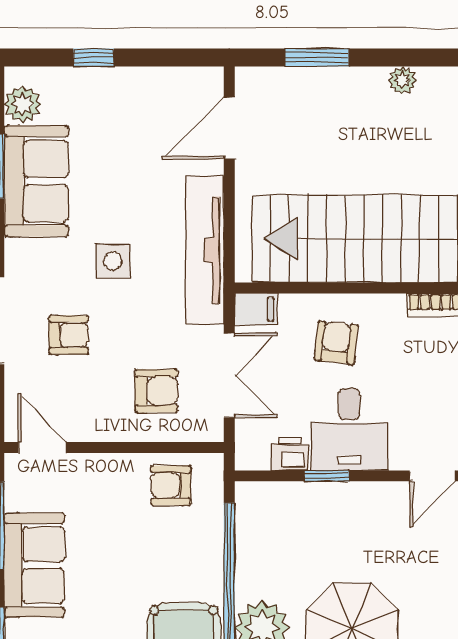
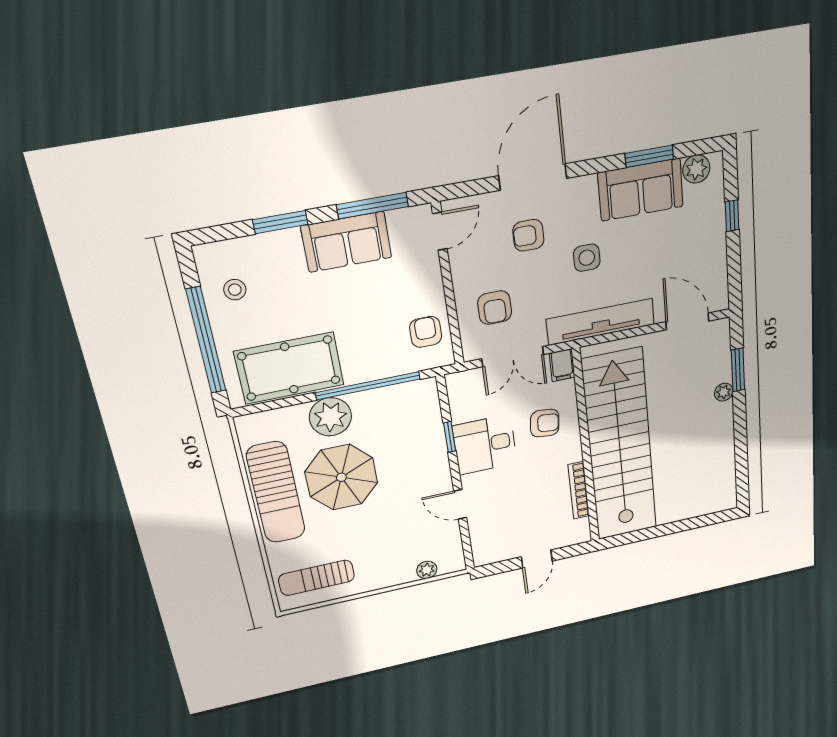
plant: (402, 80) -> (724, 392), moved
armchair: (69, 335) -> (528, 235), turned 90
printer: (290, 454) -> (462, 409), removed

